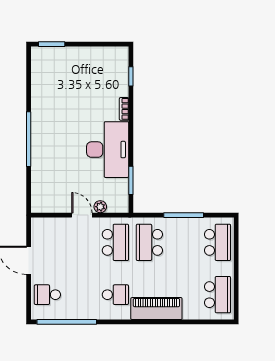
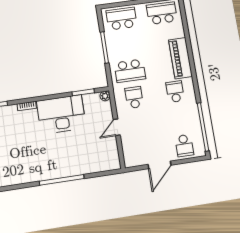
plant: (100, 207) -> (105, 96), moved
school desk: (115, 242) -> (134, 97), width x0.54

